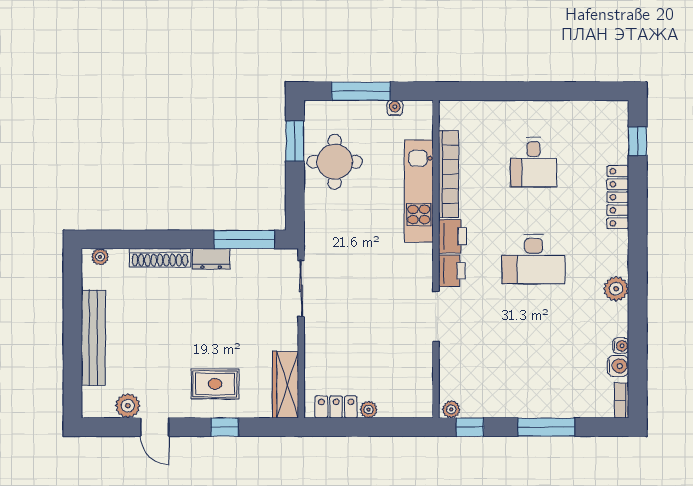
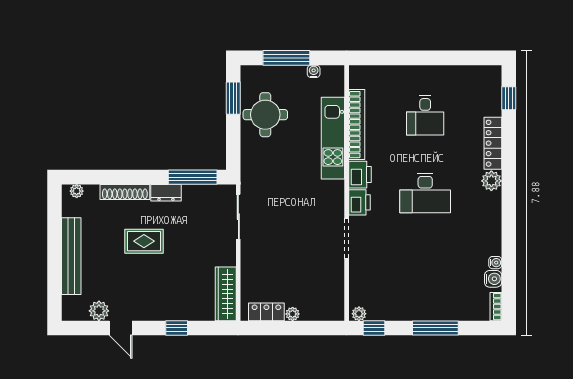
plant: (616, 289) -> (491, 181), moved
rug: (215, 384) -> (144, 241), moved

